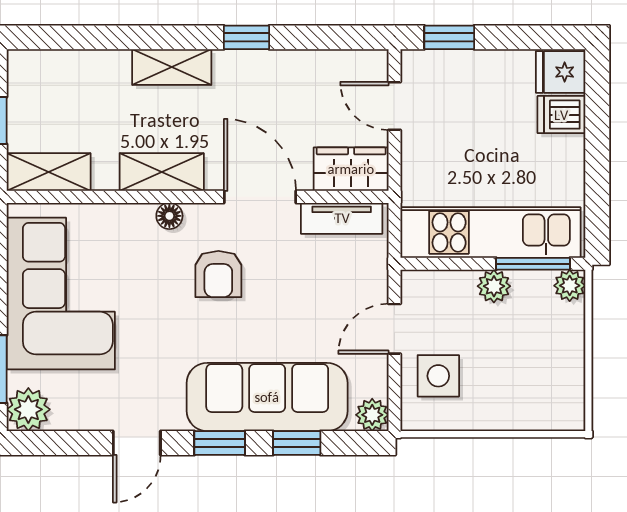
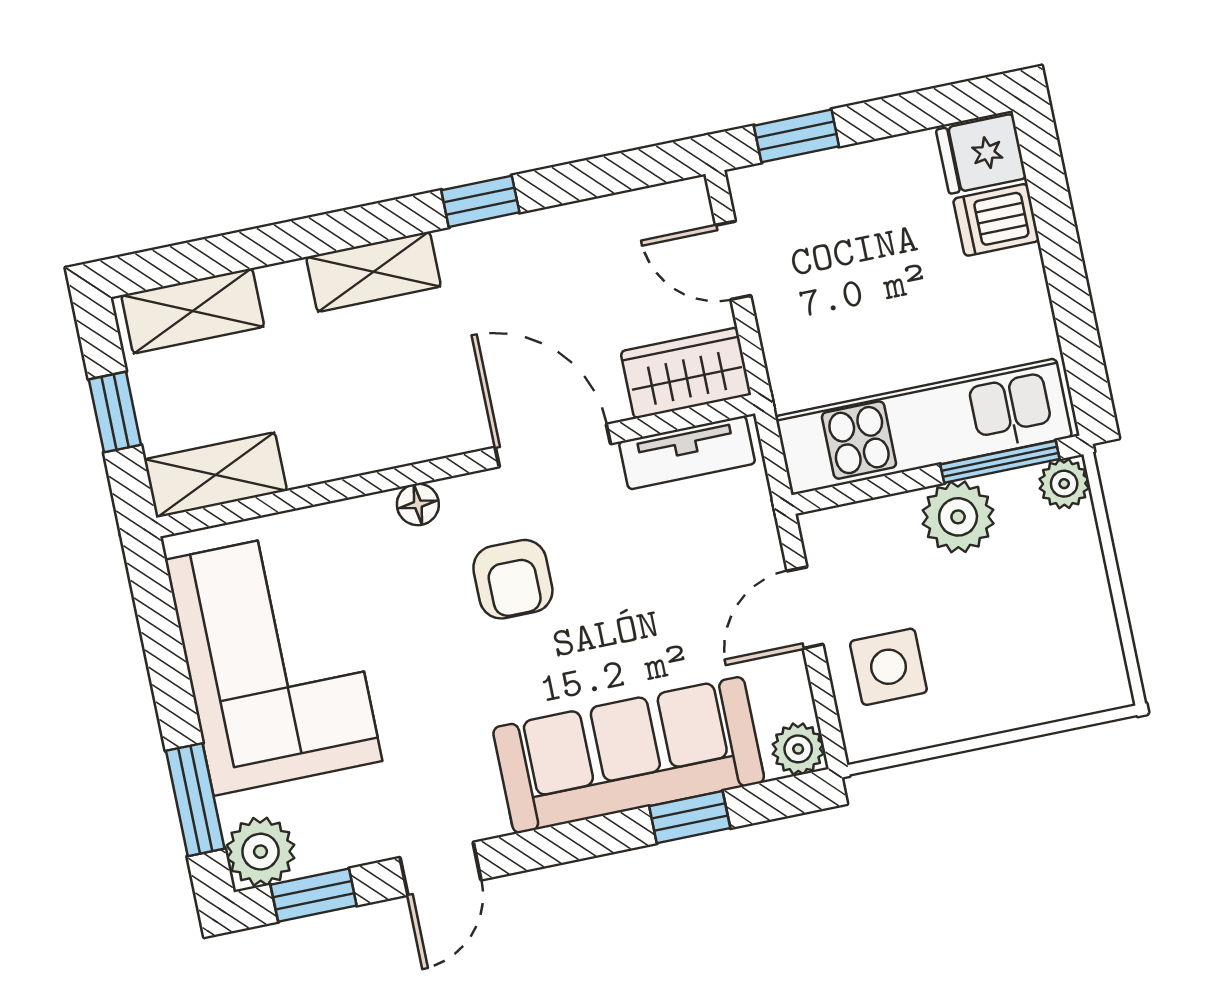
shelving: (162, 172) -> (193, 311), moved
plant: (494, 286) -> (958, 517), width x1.38, depth x1.38
window: (220, 443) -> (314, 895), moved

